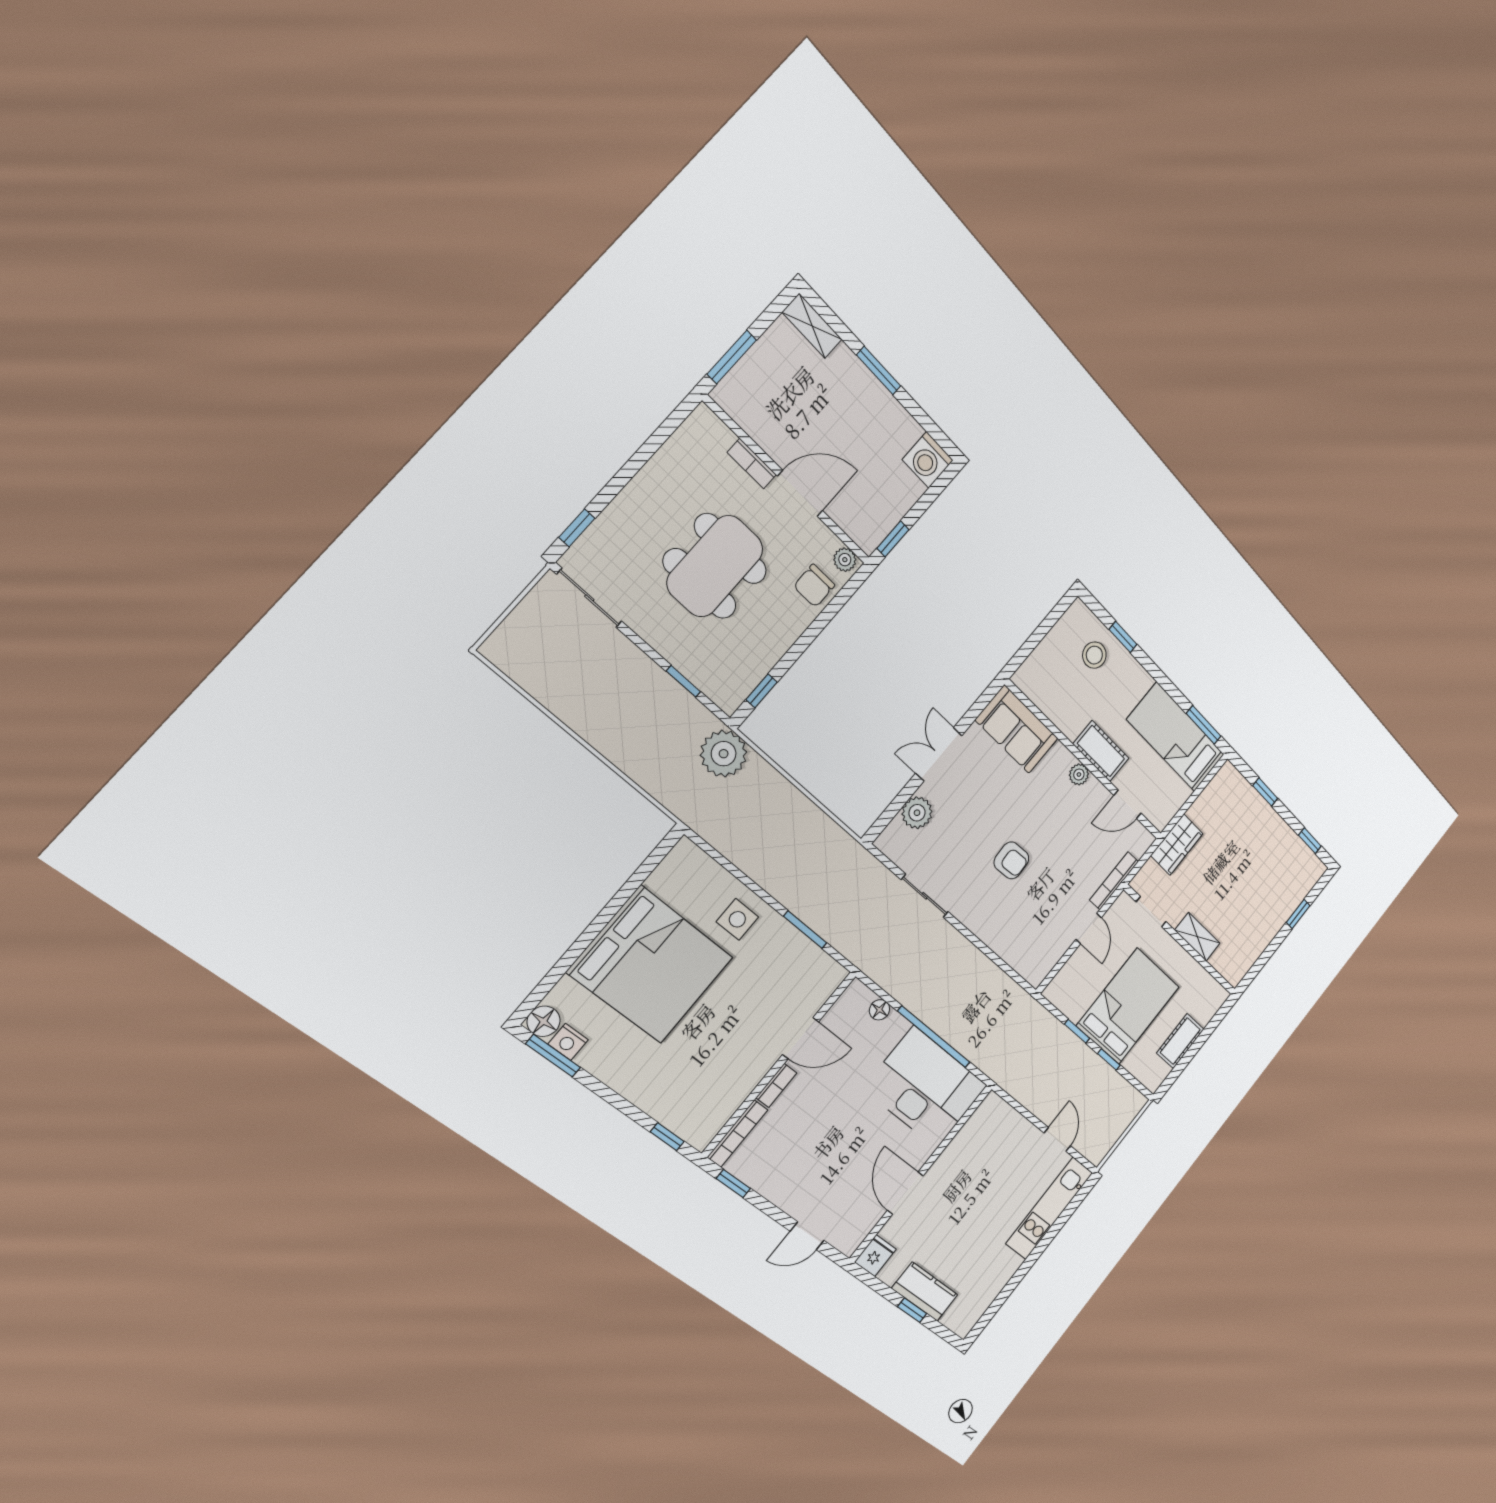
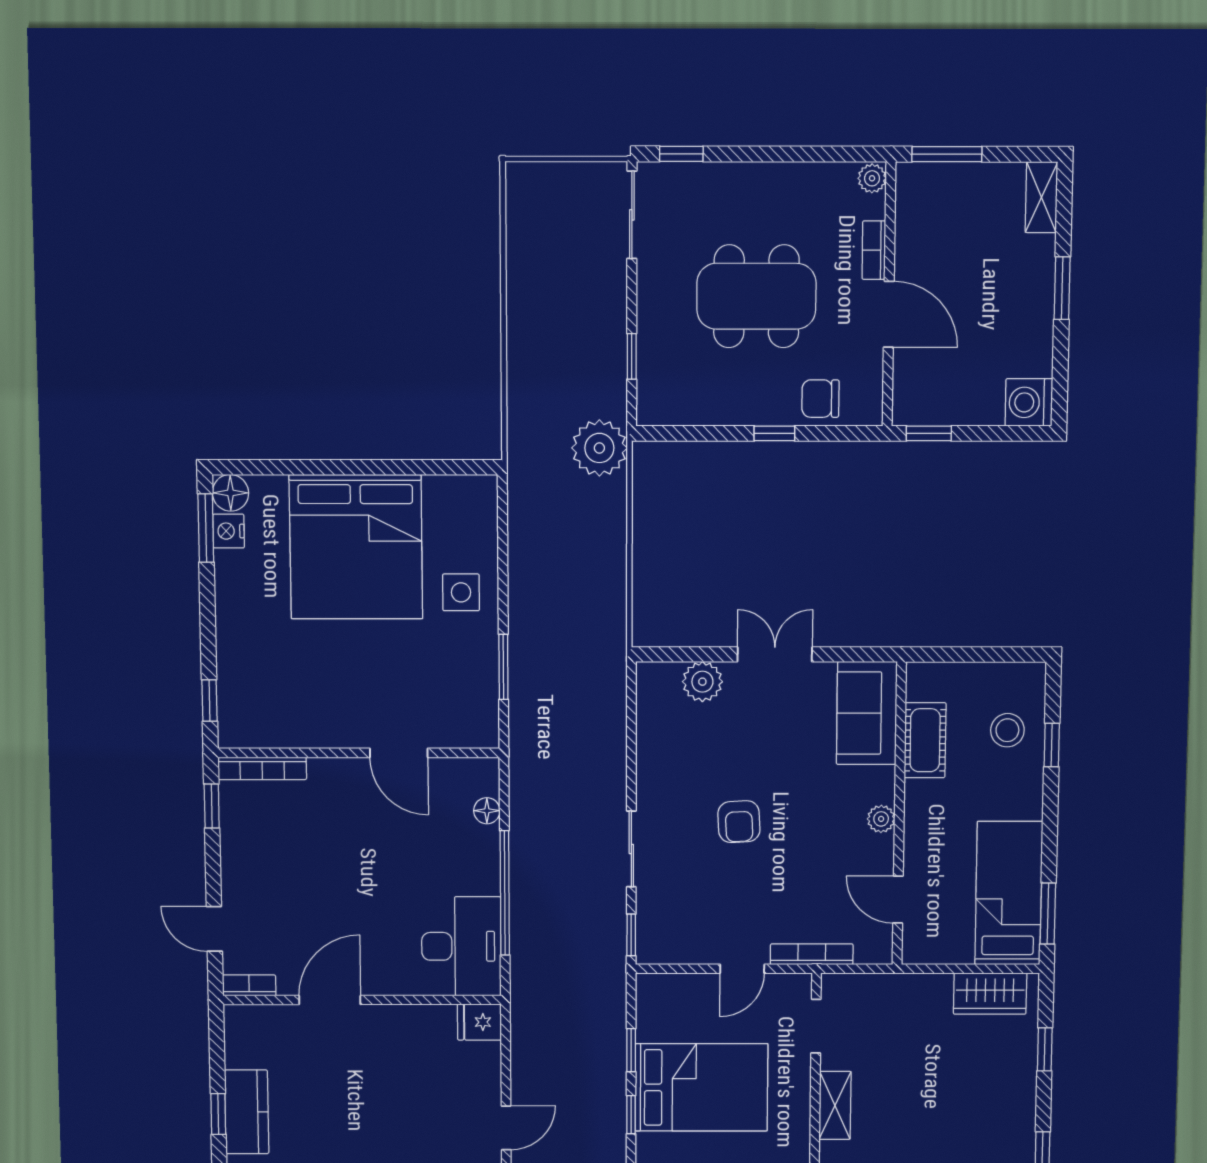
plant: (845, 560) -> (872, 178), moved
window: (762, 691) -> (774, 433), moved
cot: (1101, 751) -> (925, 740), moved
wardrobe: (1177, 845) -> (990, 994), moved
sliding door: (925, 896) -> (631, 849), moved
window: (1018, 979) -> (631, 935), added
bookcase: (776, 1085) -> (249, 985), moved, turned 180
desk: (926, 1087) -> (461, 946), width x0.73, depth x0.77
fridge: (875, 1256) -> (479, 1022), moved, turned 180

